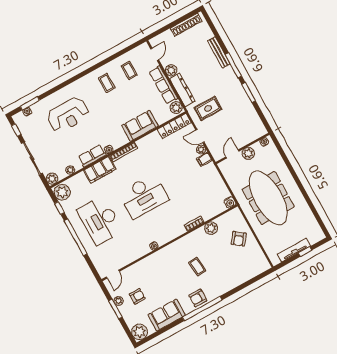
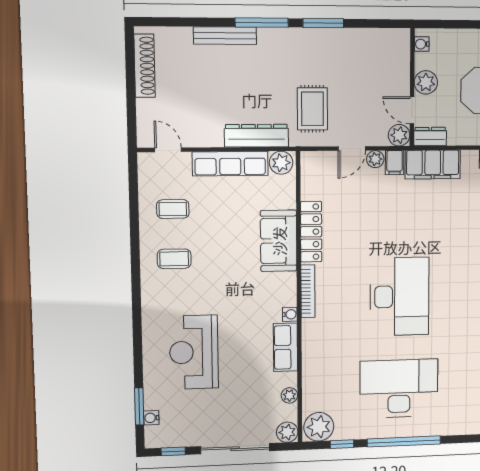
plant: (171, 70) -> (399, 135), moved
reception desk: (68, 115) -> (194, 352), turned 180
locker: (174, 126) -> (311, 232), moved
dresser: (225, 169) -> (430, 137), added
filing cabinet: (100, 170) -> (433, 164), moved, turned 90
desk: (100, 220) -> (399, 388), turned 180

